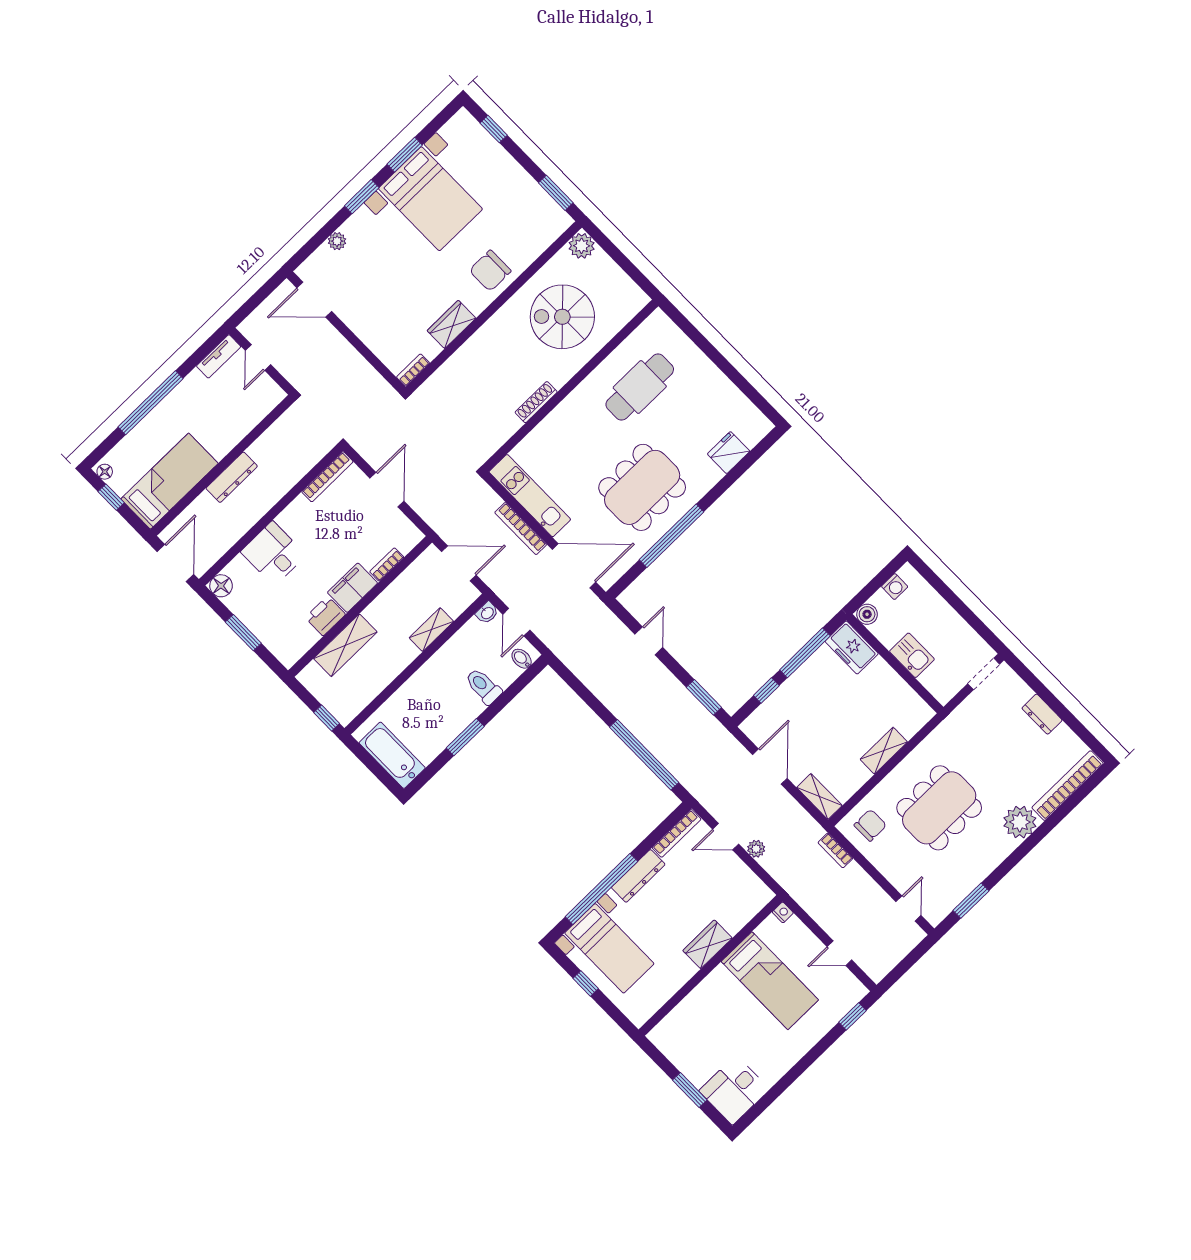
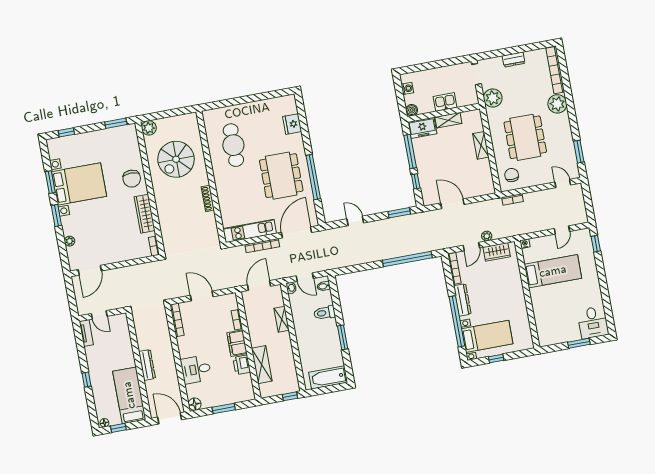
wardrobe: (451, 324) -> (145, 214), width x1.50
window: (150, 403) -> (87, 380), width x0.32
plant: (965, 721) -> (493, 98), added
shelving: (819, 796) -> (448, 120), moved
wardrobe: (707, 944) -> (497, 252), moved, turned -90

